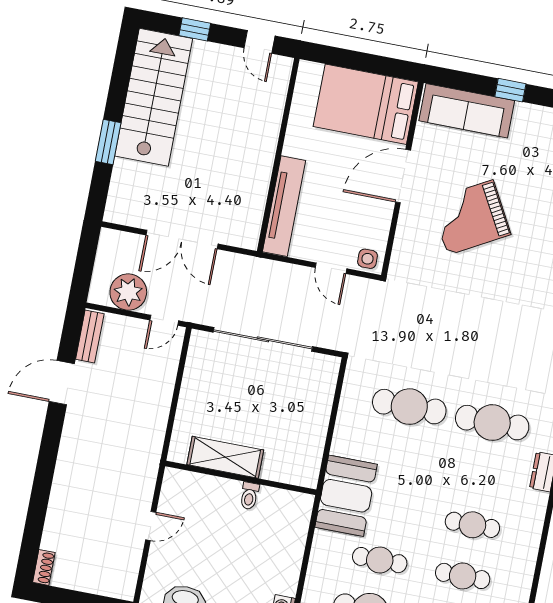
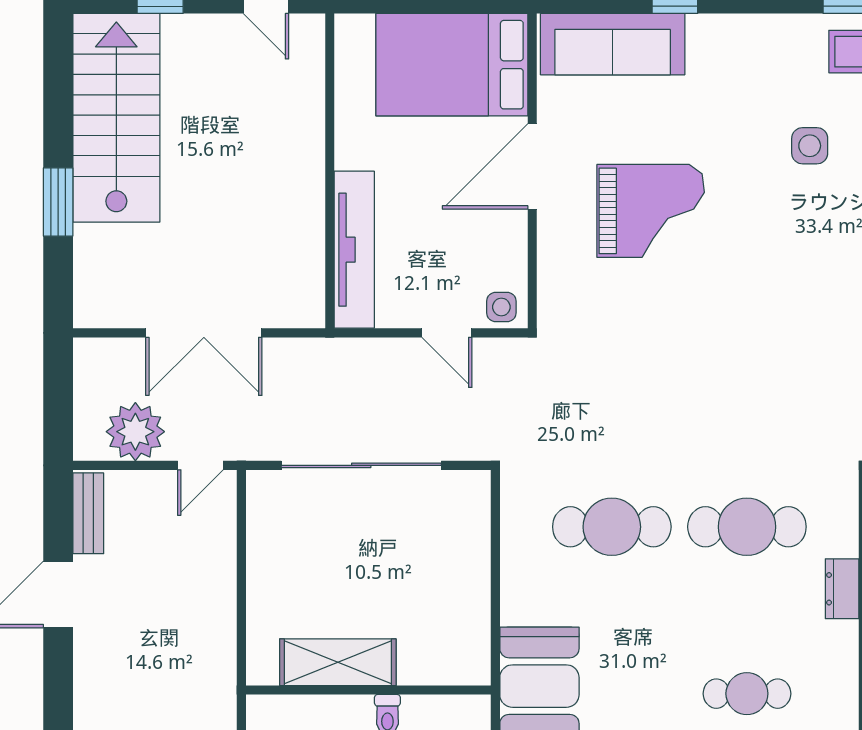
grand piano: (470, 217) -> (651, 211), turned -151

